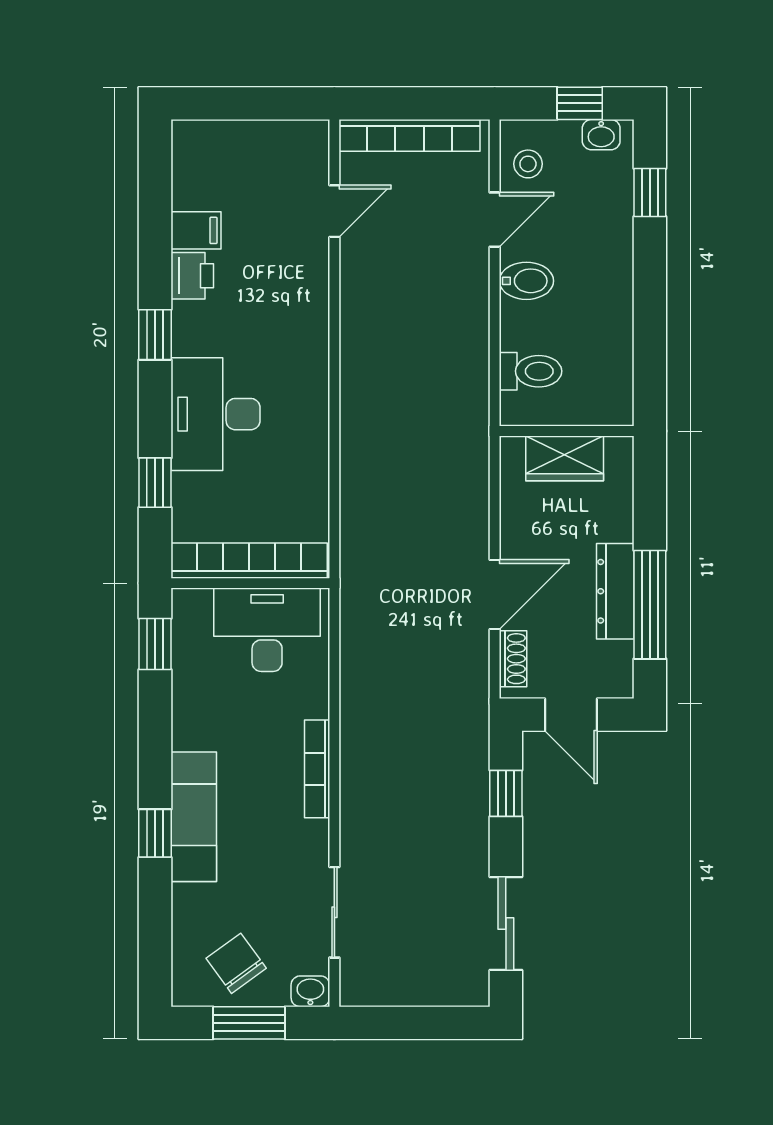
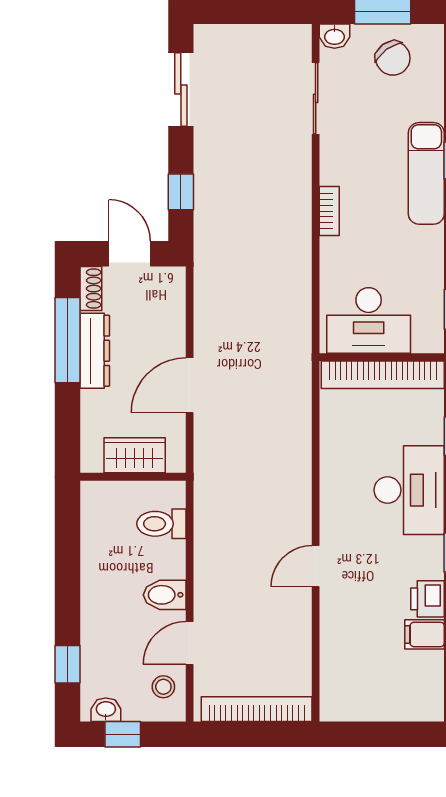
door: (334, 211) -> (316, 566), moved
door: (495, 595) -> (190, 385), moved
shoe rack: (513, 659) -> (91, 289), moved, turned 180
bookcase: (317, 769) -> (329, 211), width x0.64

